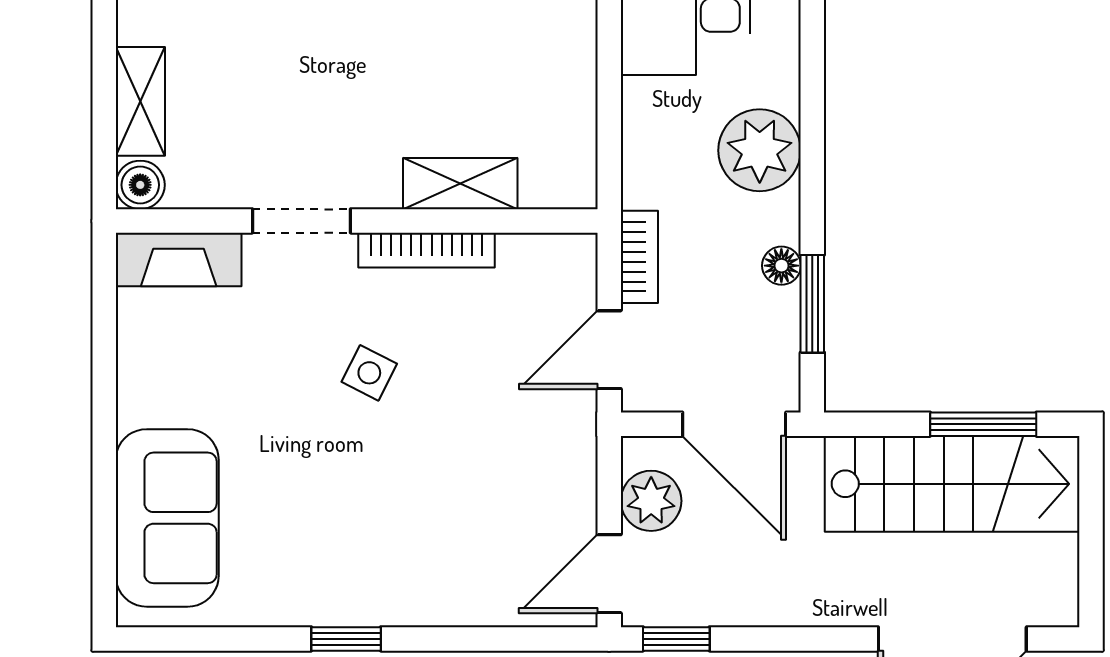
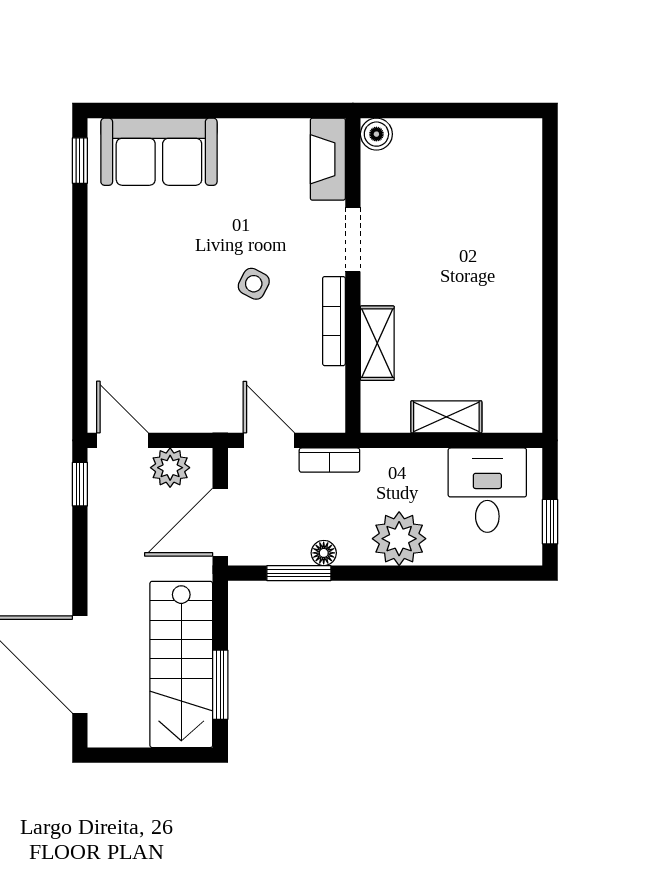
shelving: (140, 101) -> (446, 417), moved
window: (346, 639) -> (80, 161), moved

